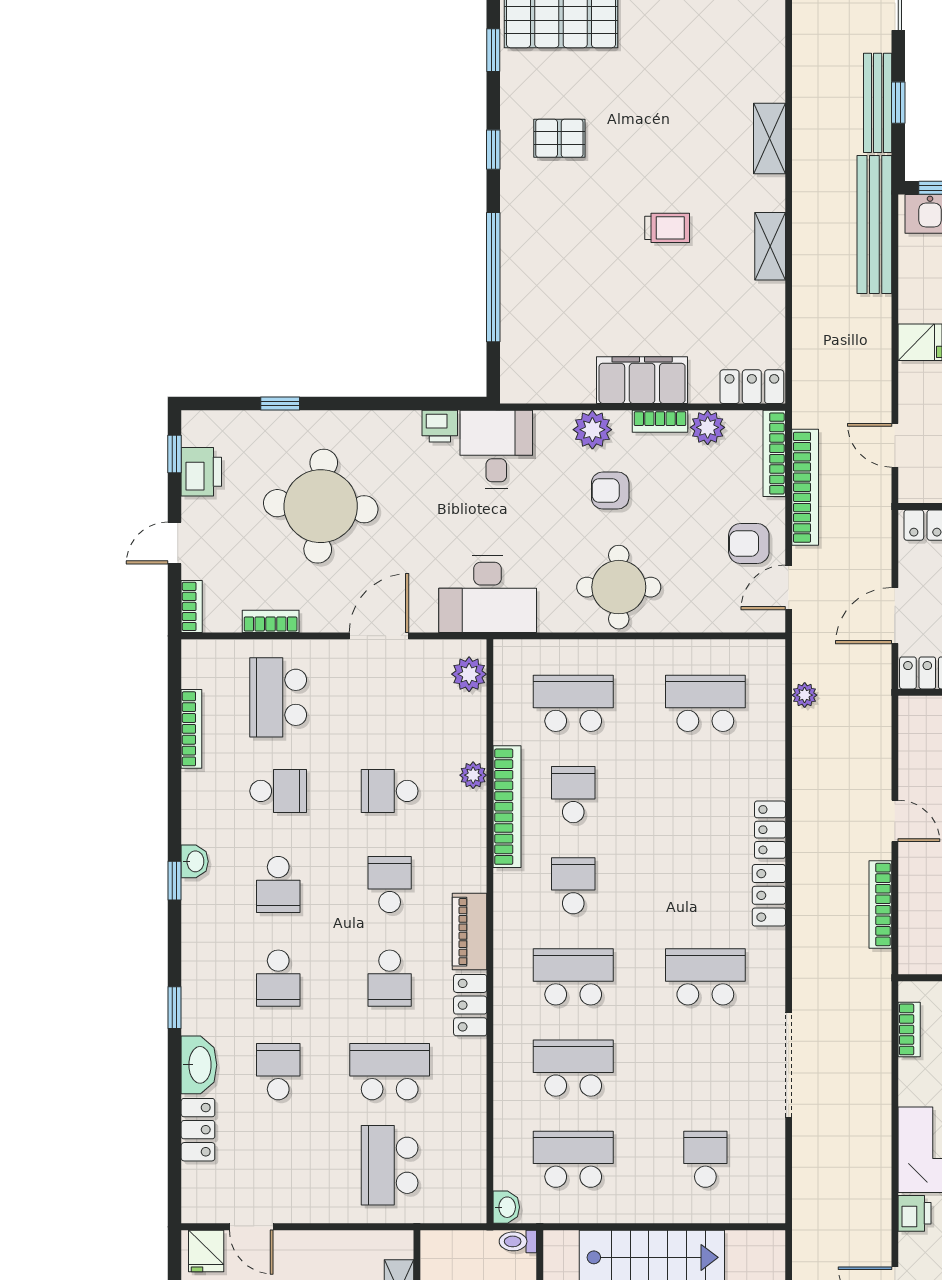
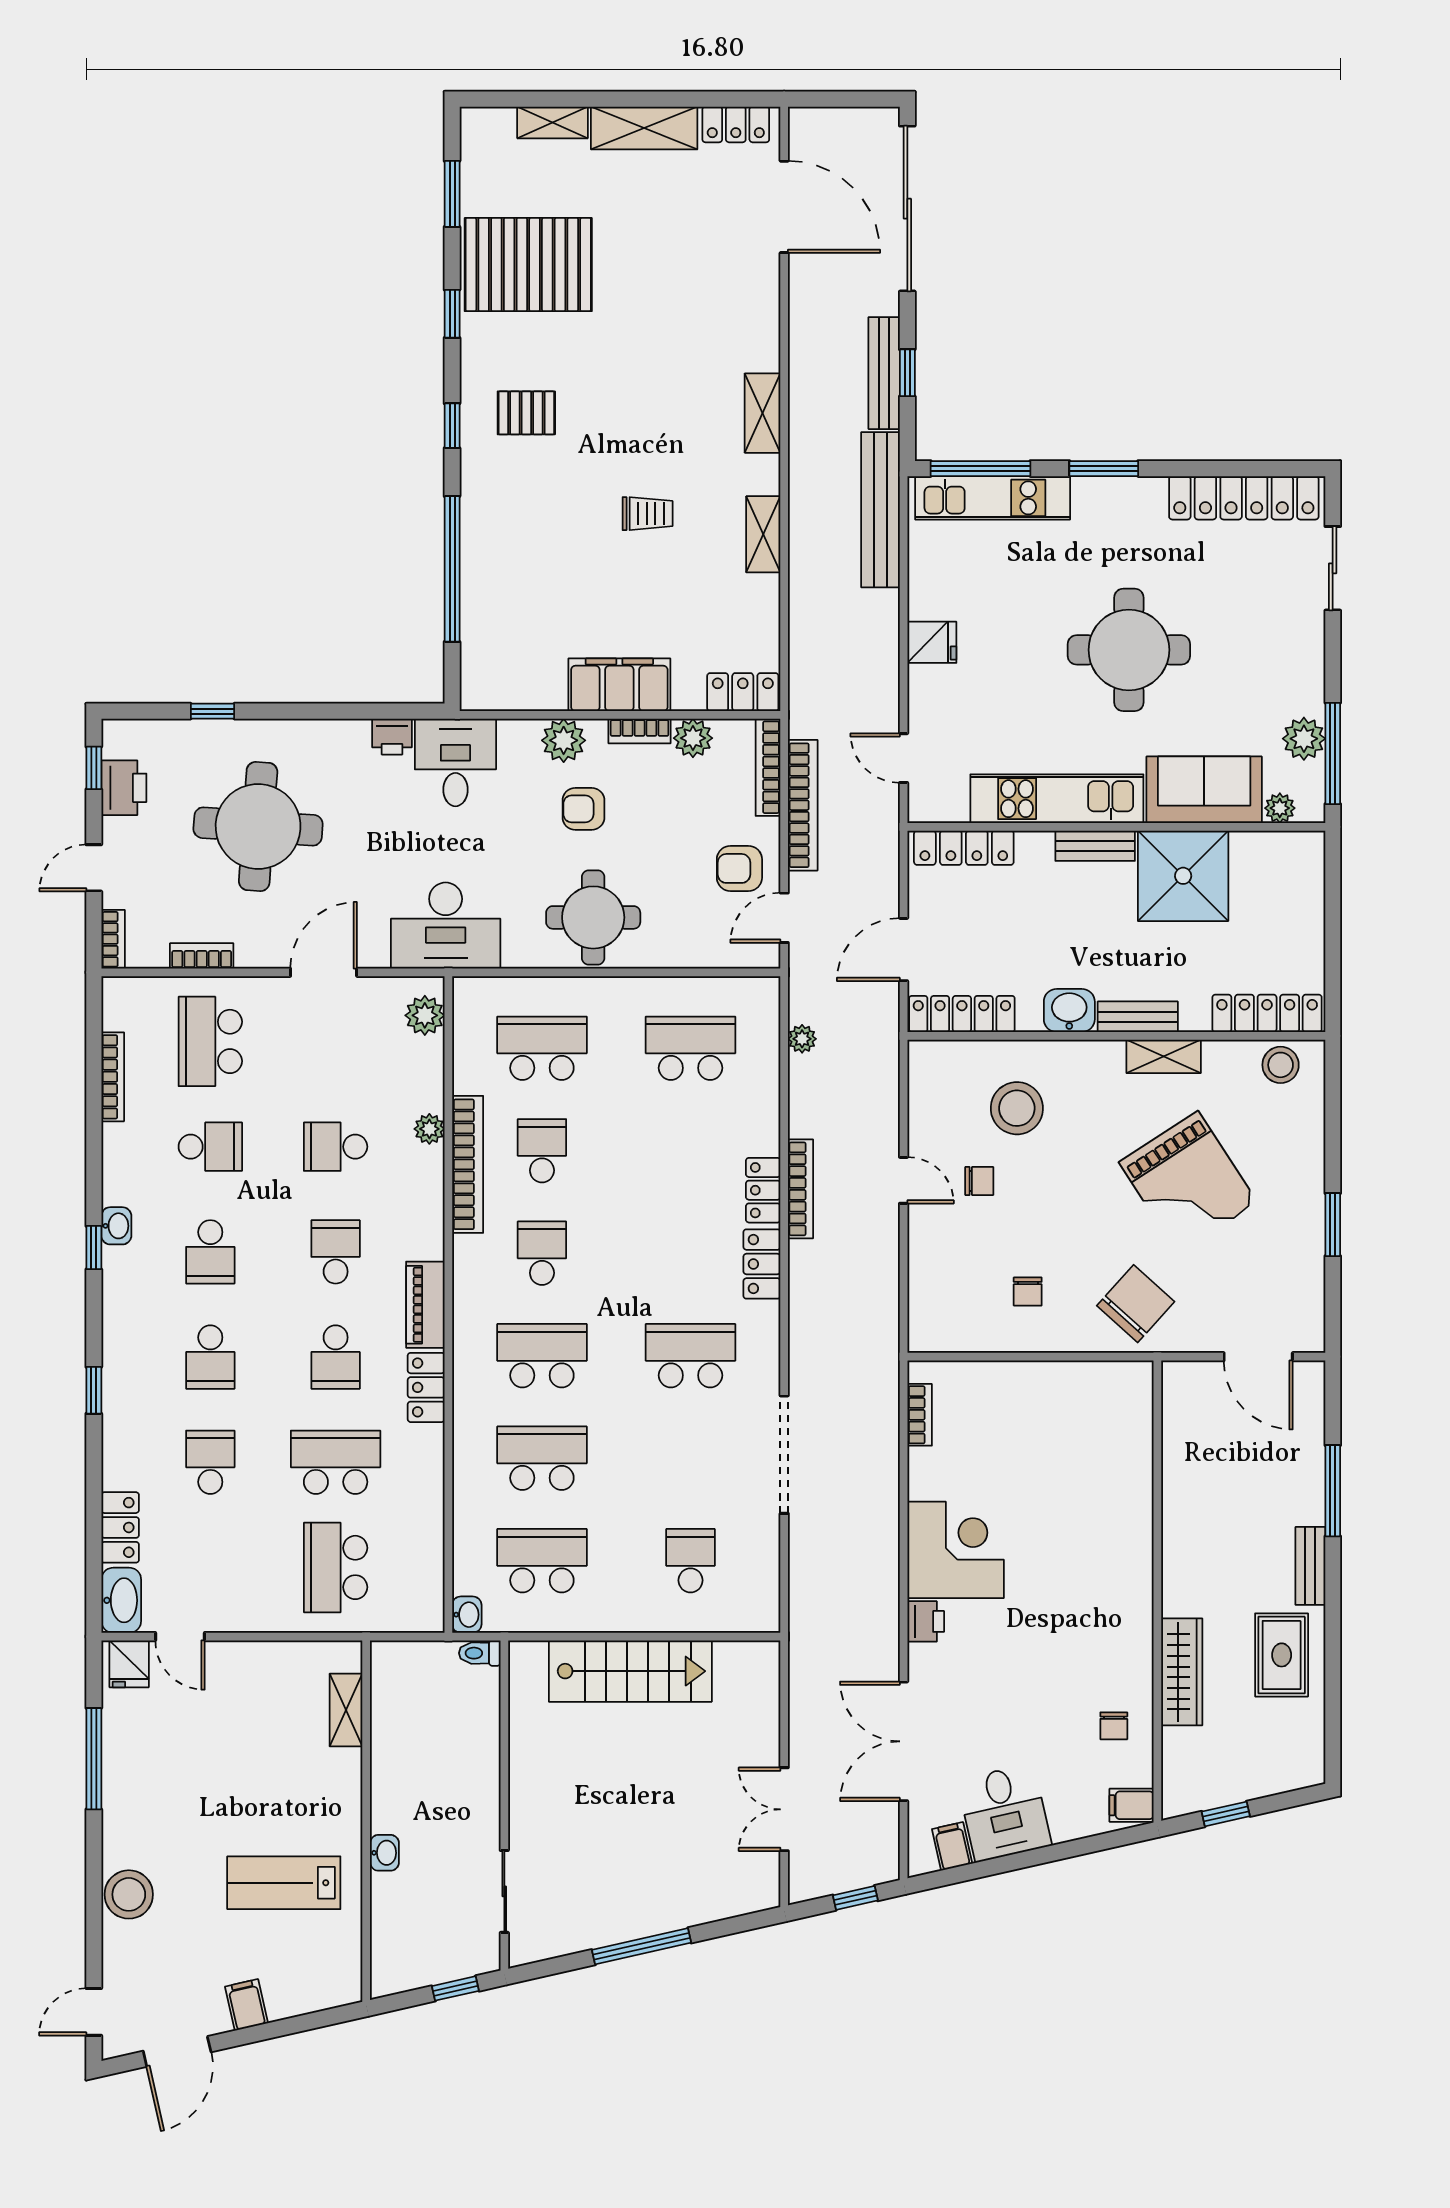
bookcase: (880, 905) -> (801, 1189), moved, turned 180
washbasin: (199, 1065) -> (121, 1600), moved

